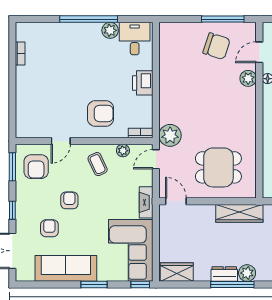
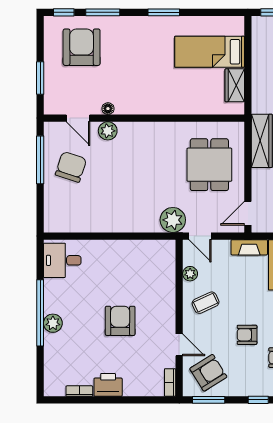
plant: (110, 30) -> (53, 323), moved
printer: (143, 83) -> (108, 385), moved, turned 180
armchair: (101, 113) -> (120, 321), moved
bookcase: (141, 133) -> (170, 382), moved
armchair: (36, 167) -> (208, 373), turned -32

